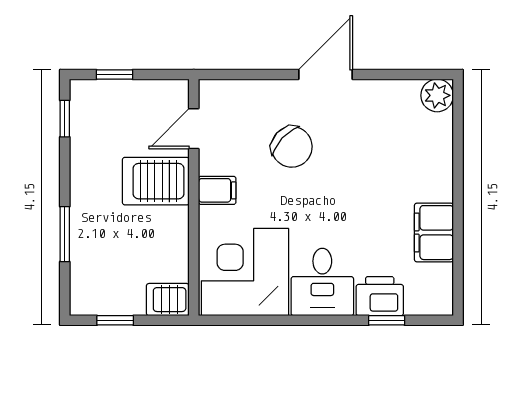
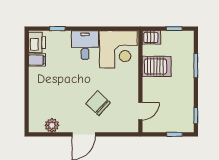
plant: (437, 95) -> (52, 125), moved
server rack: (156, 181) -> (157, 66), moved
filing cabinet: (217, 190) -> (130, 85), removed
filing cabinet: (434, 233) -> (37, 60), width x0.50
printer: (380, 296) -> (37, 43), moved, turned -90

